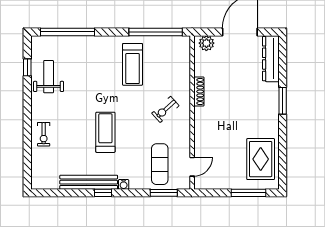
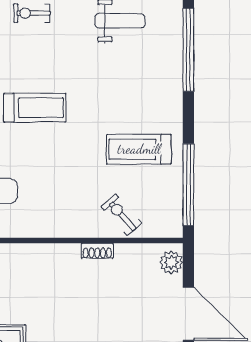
shoe rack: (199, 91) -> (97, 251), width x0.70
exercise bike: (165, 109) -> (122, 215), moved

